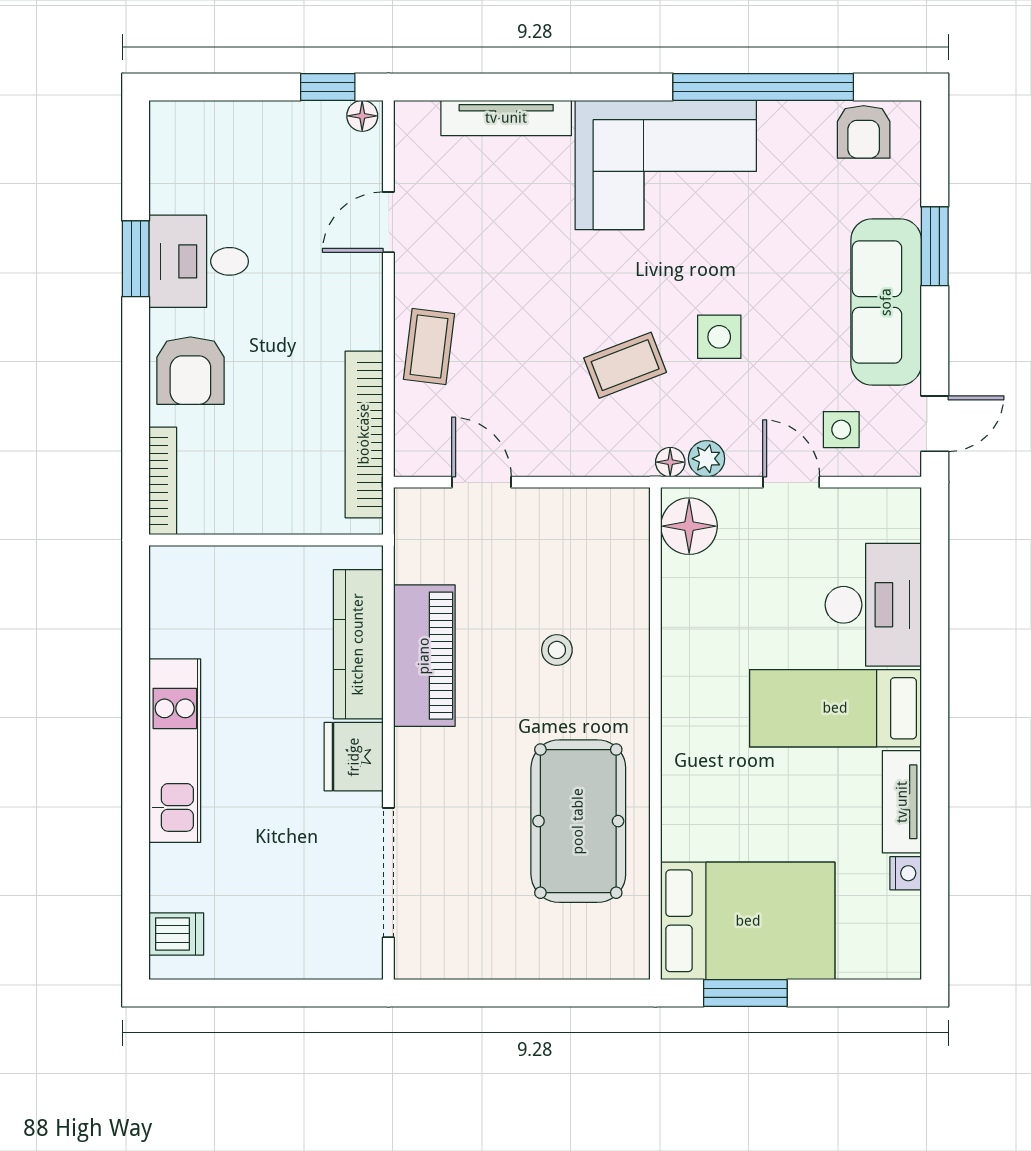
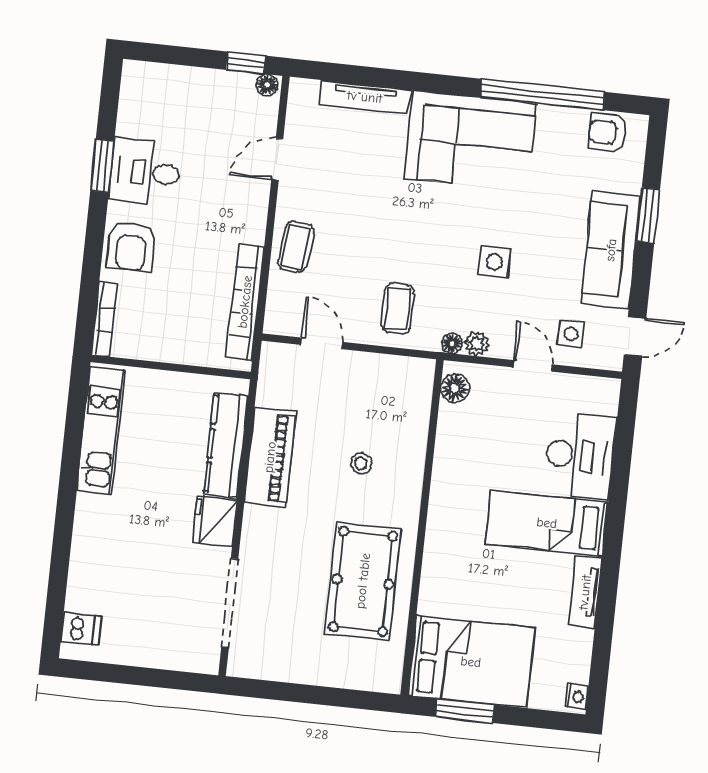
armchair: (864, 132) -> (608, 132), turned 90
coffee table: (625, 365) -> (398, 309), moved, turned -69
floor lamp: (689, 526) -> (455, 388), width x0.73, depth x0.73
kitchen unit: (175, 751) -> (101, 430), moved
nightstand: (906, 873) -> (577, 697), moved

